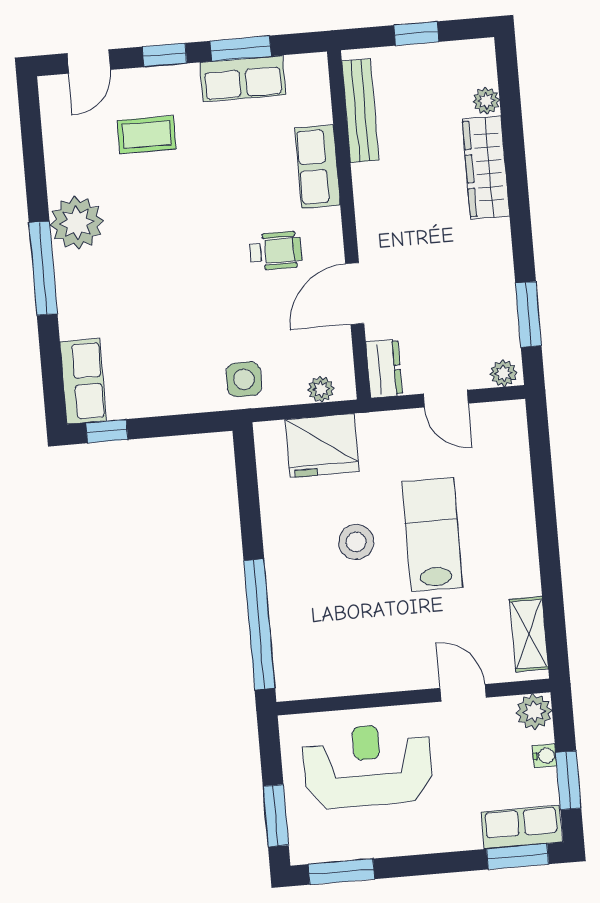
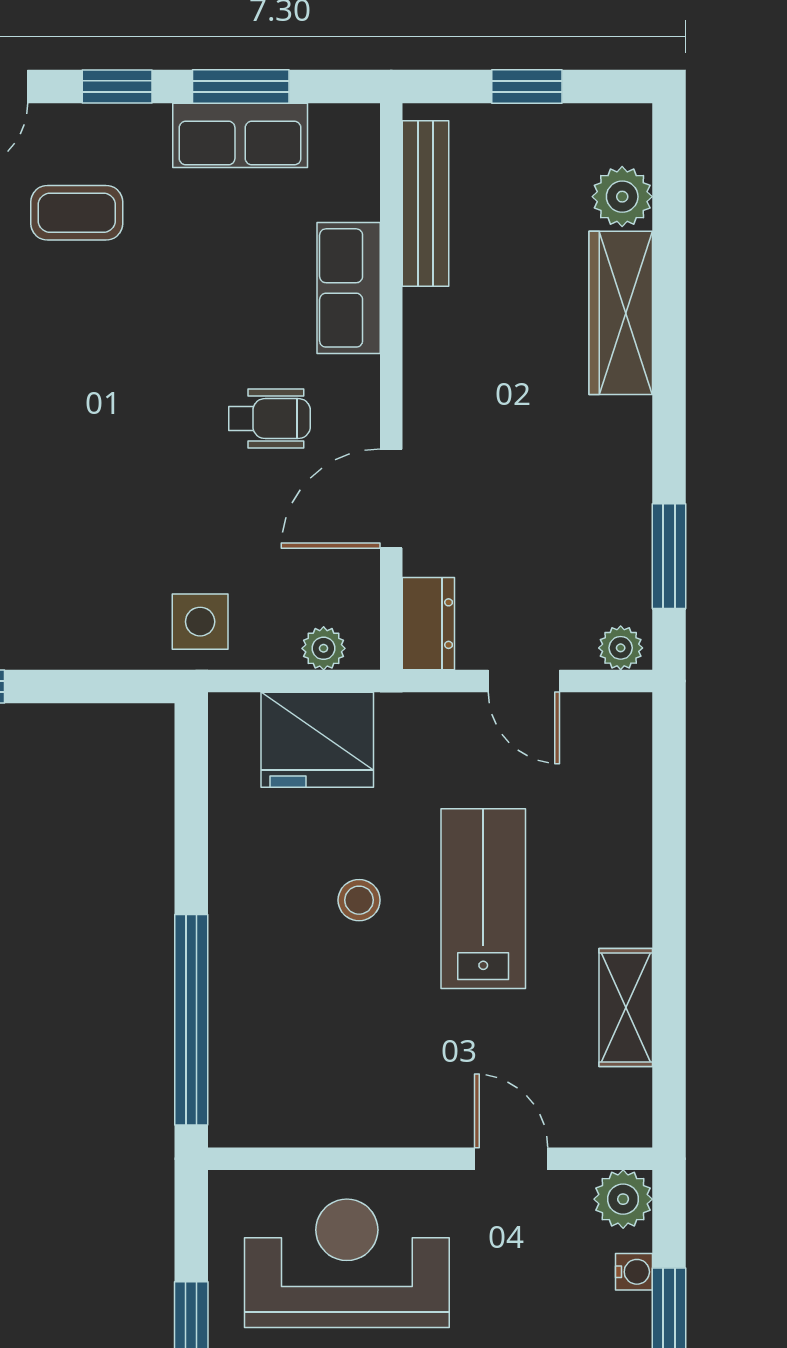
plant: (486, 101) -> (622, 197), width x1.38, depth x1.38
stool: (356, 542) -> (359, 900), width x0.73, depth x0.73
shelving: (529, 634) -> (626, 1008), moved

